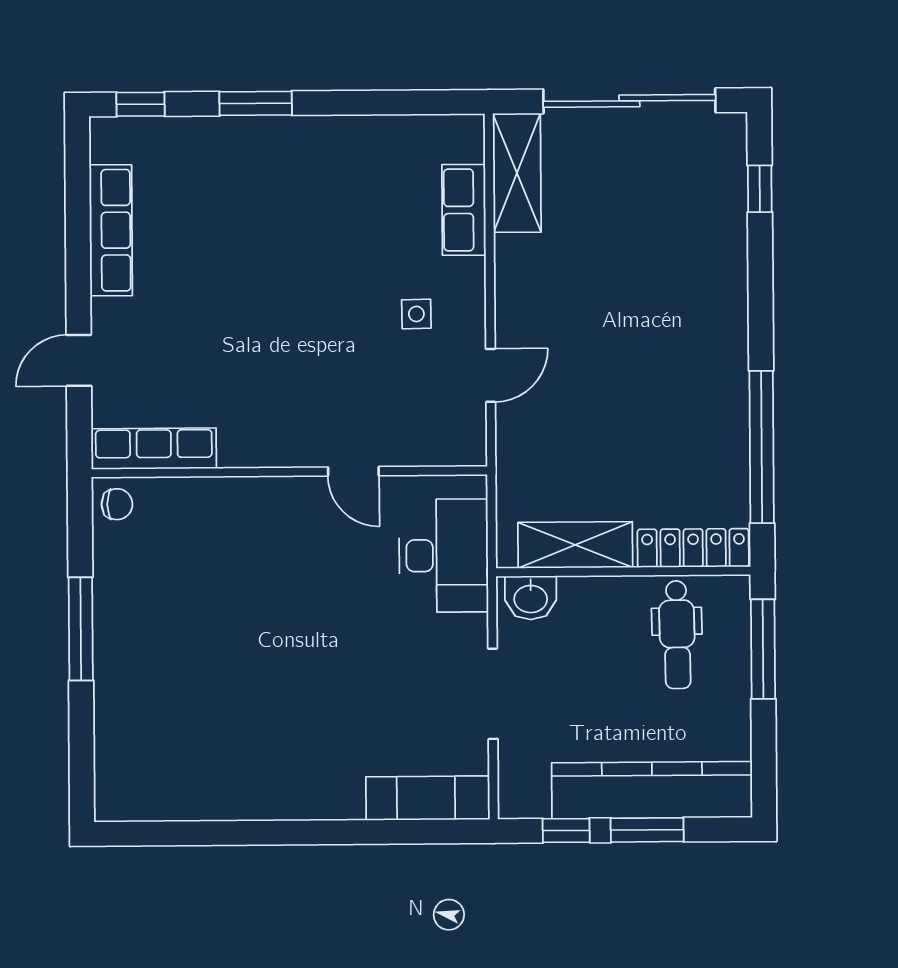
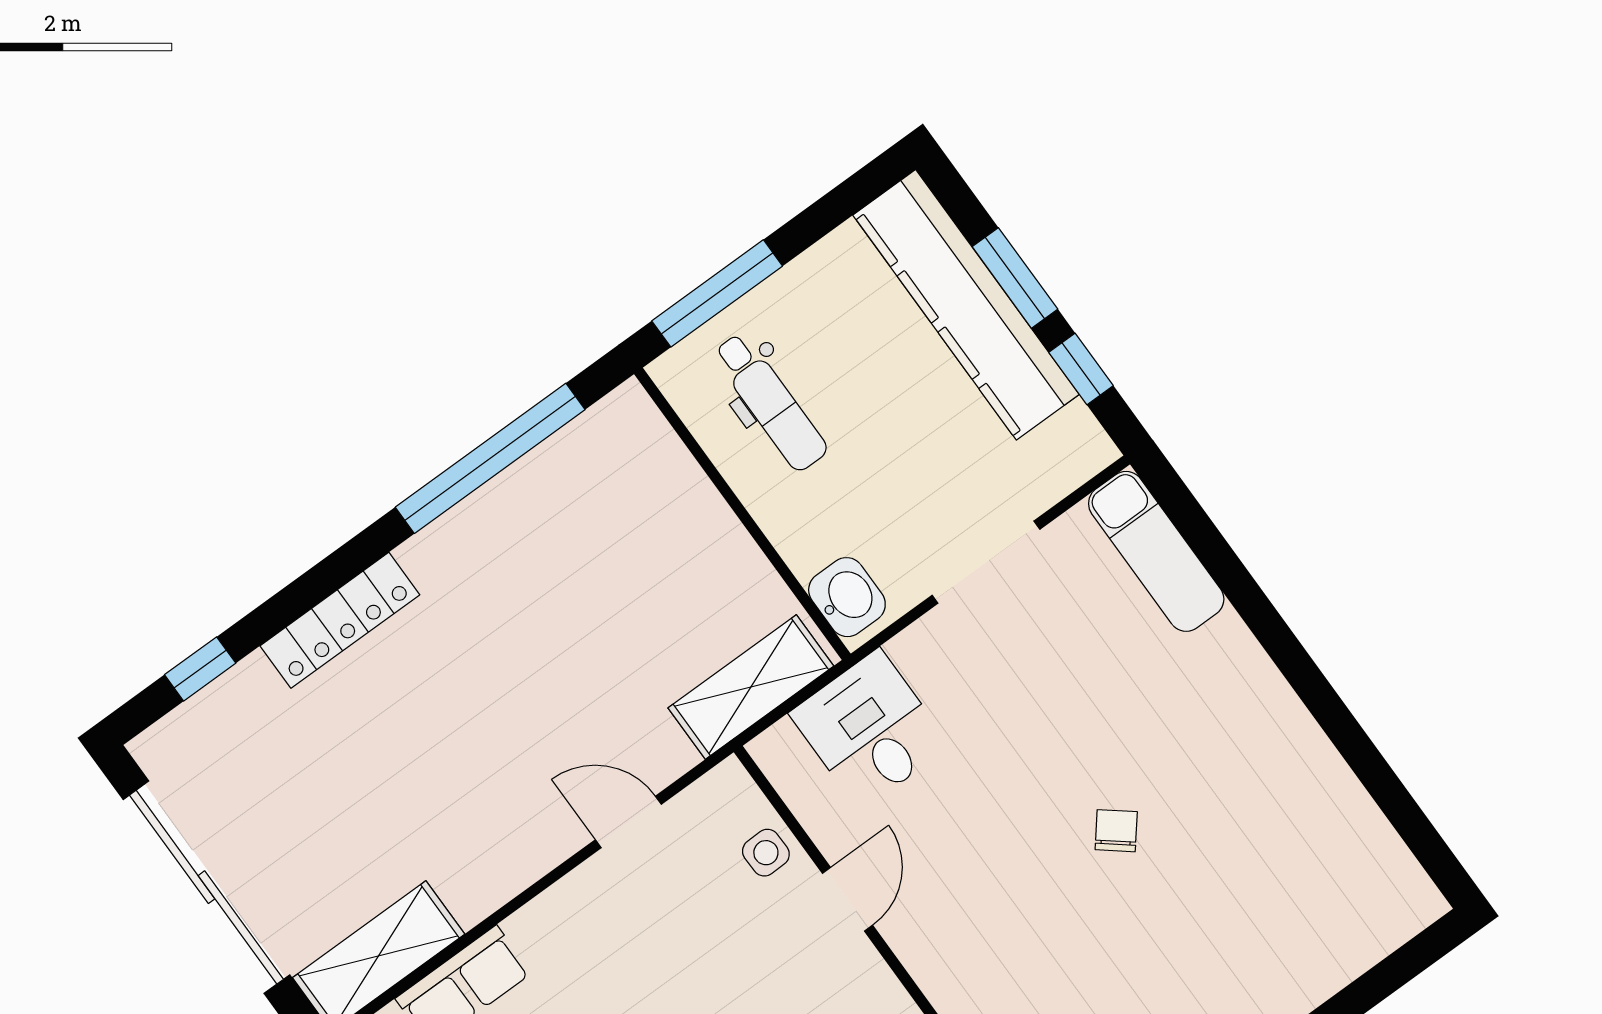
side table: (416, 314) -> (766, 853), moved
shelving: (575, 545) -> (751, 687), moved, turned 90
locker: (693, 548) -> (340, 620), moved, turned -90
desk: (444, 556) -> (870, 729), width x0.73
dental chair: (677, 635) -> (770, 402), turned 91
chair: (281, 658) -> (1116, 831), added

